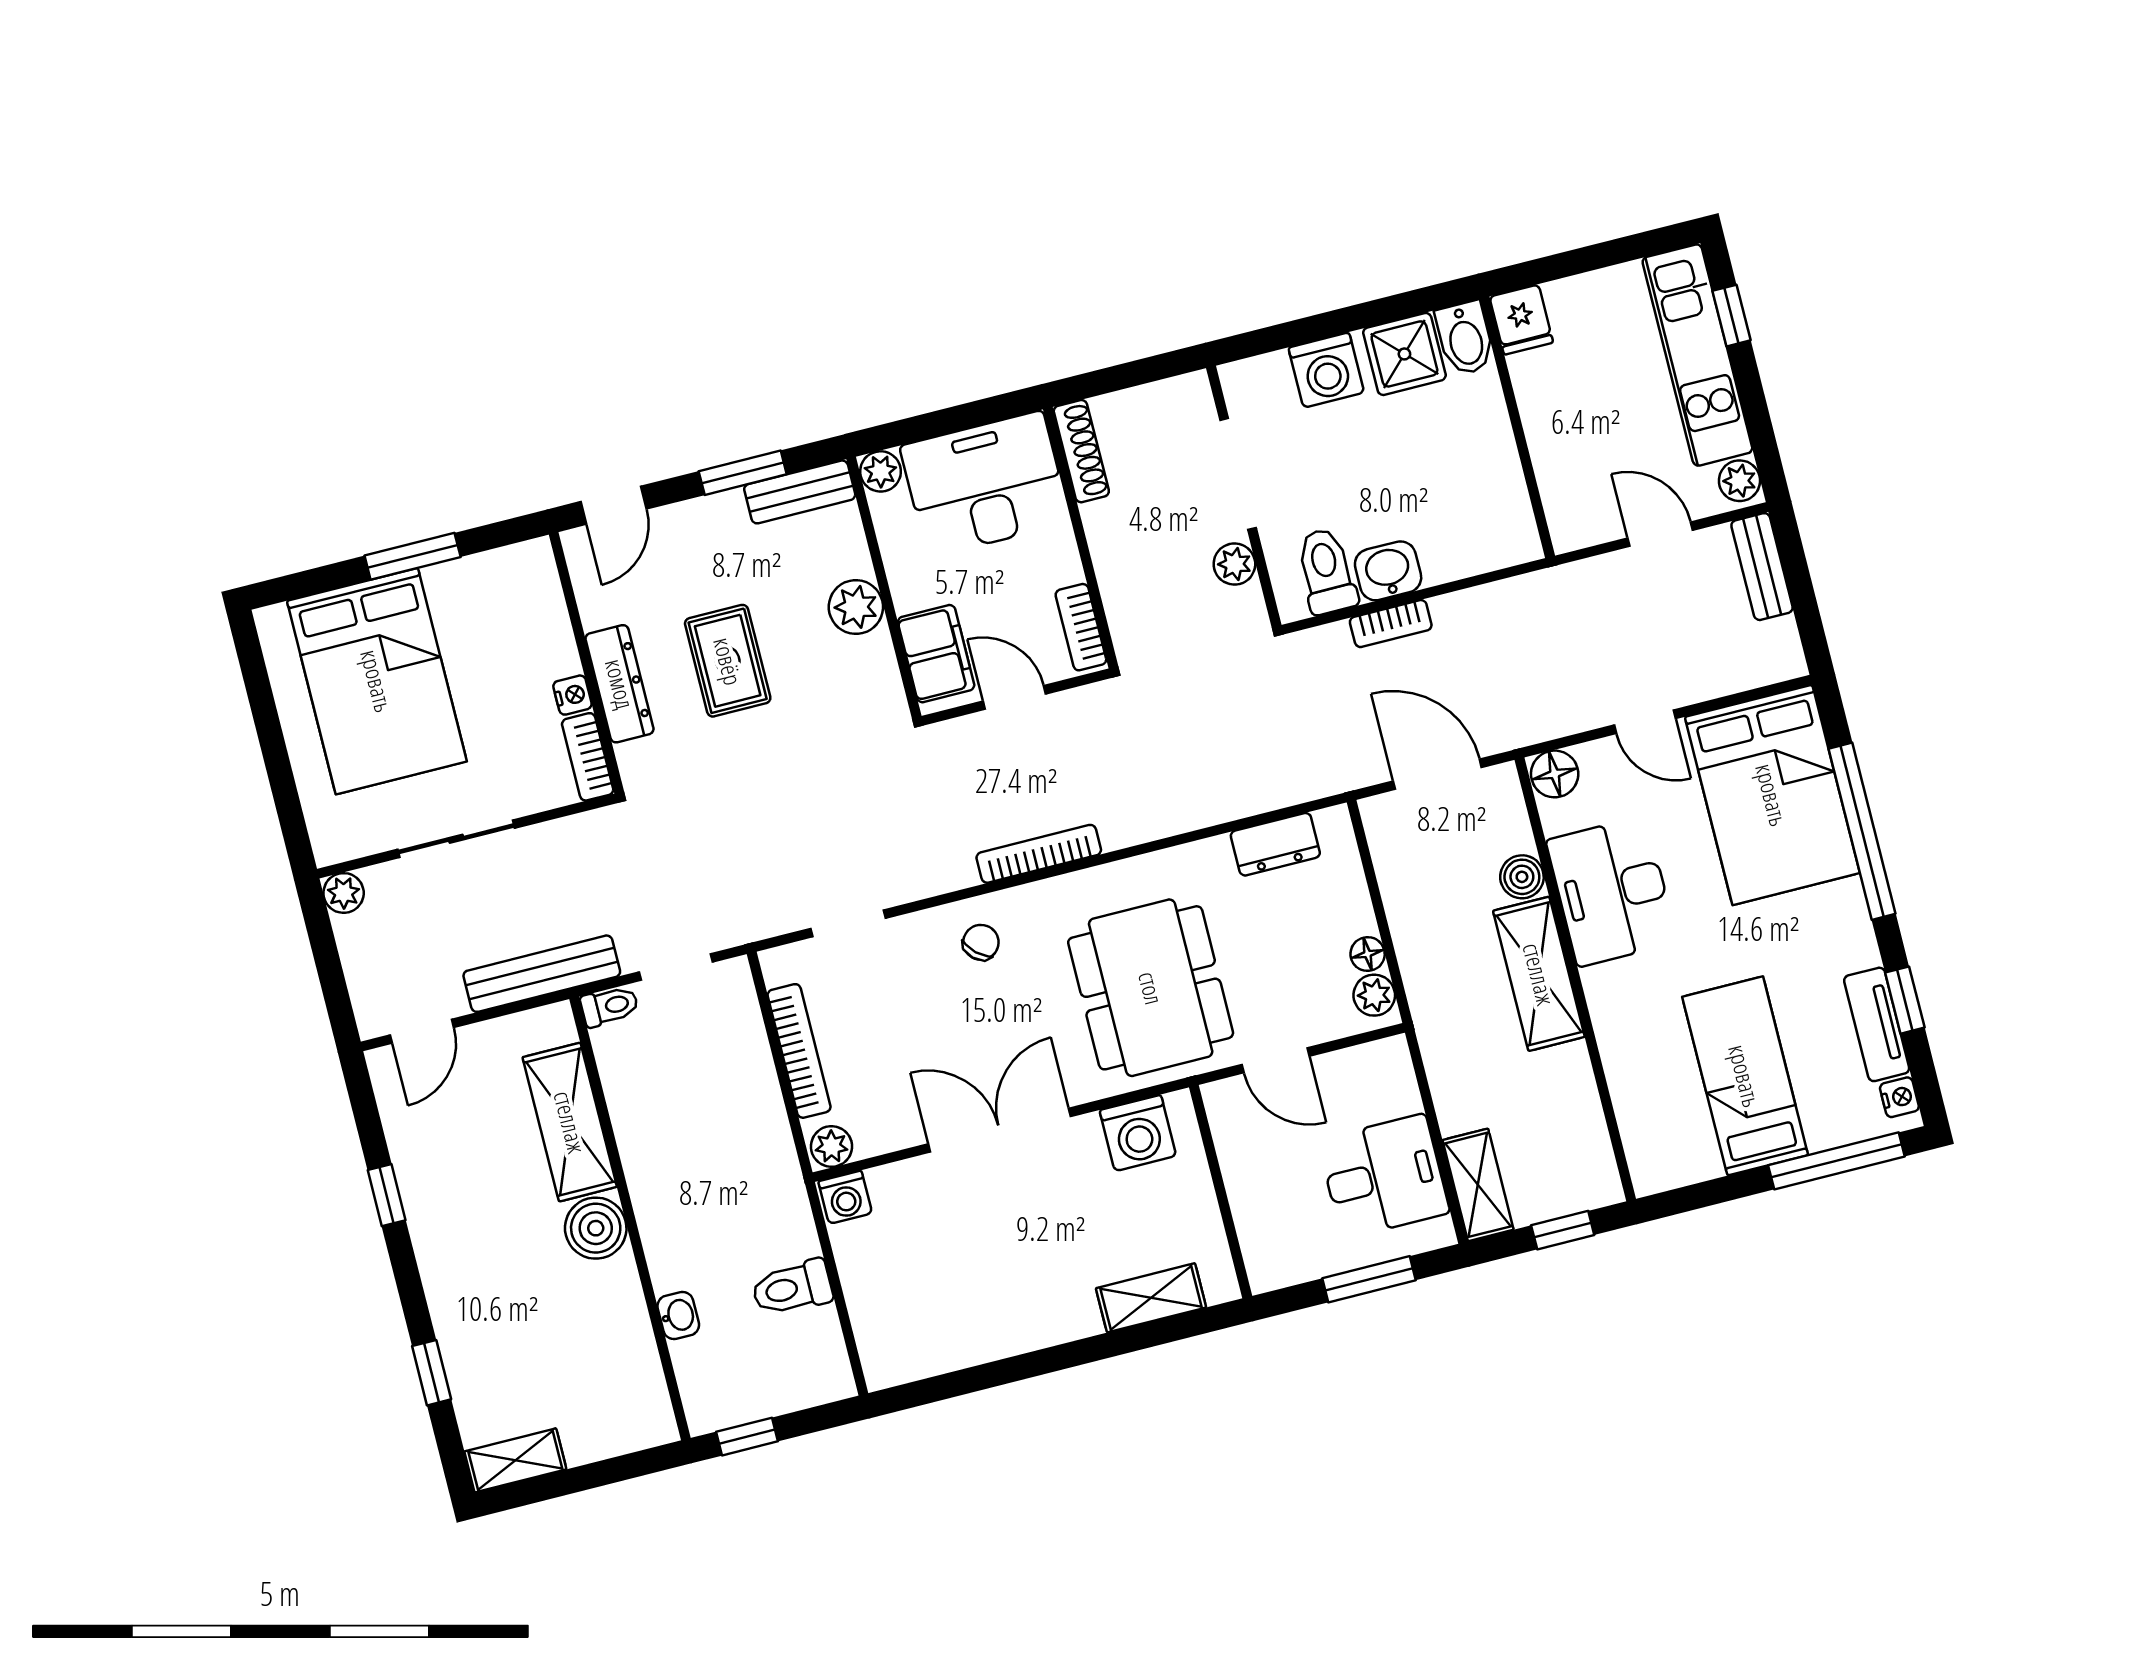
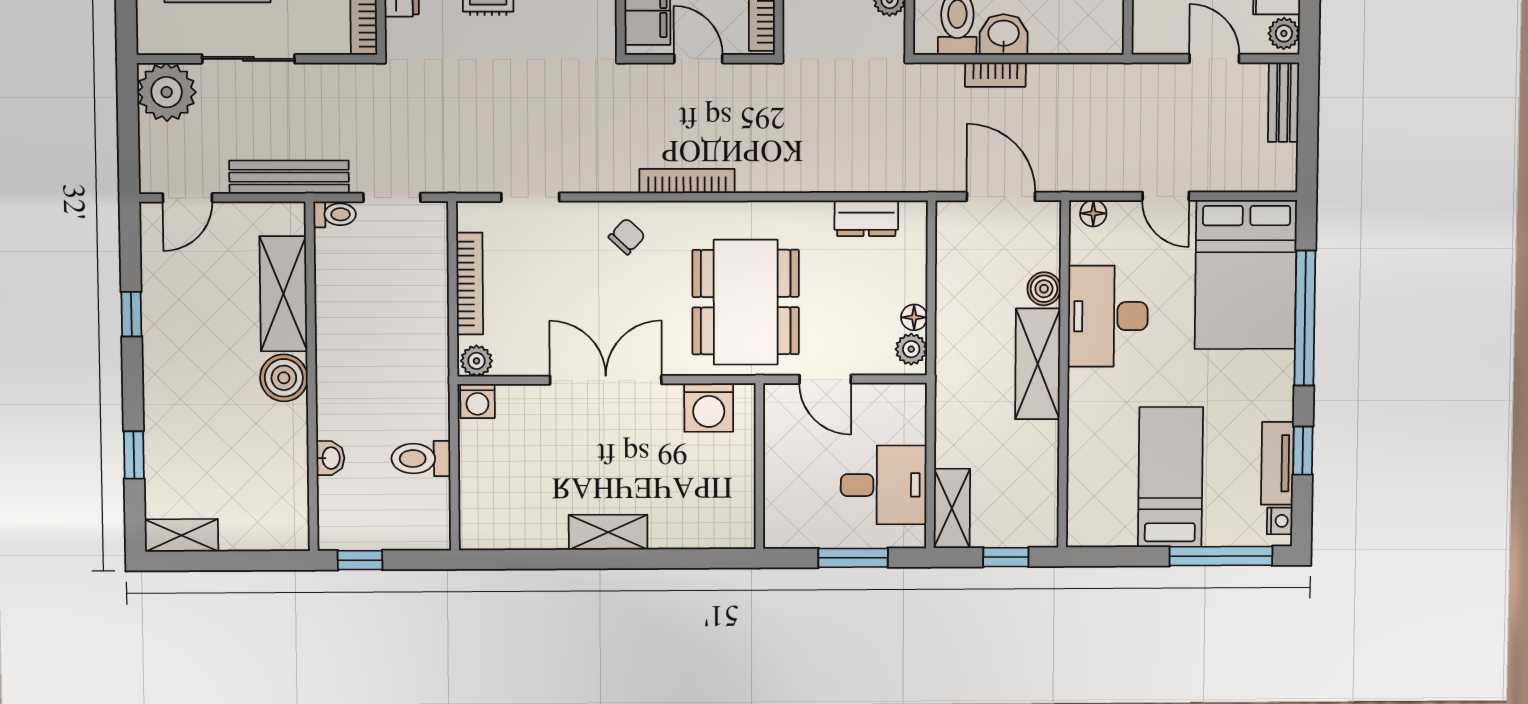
floor lamp: (1555, 774) -> (1093, 213), width x0.73, depth x0.73
plant: (344, 893) -> (167, 92), width x1.87, depth x1.87
shelving: (1151, 1298) -> (608, 532), moved

